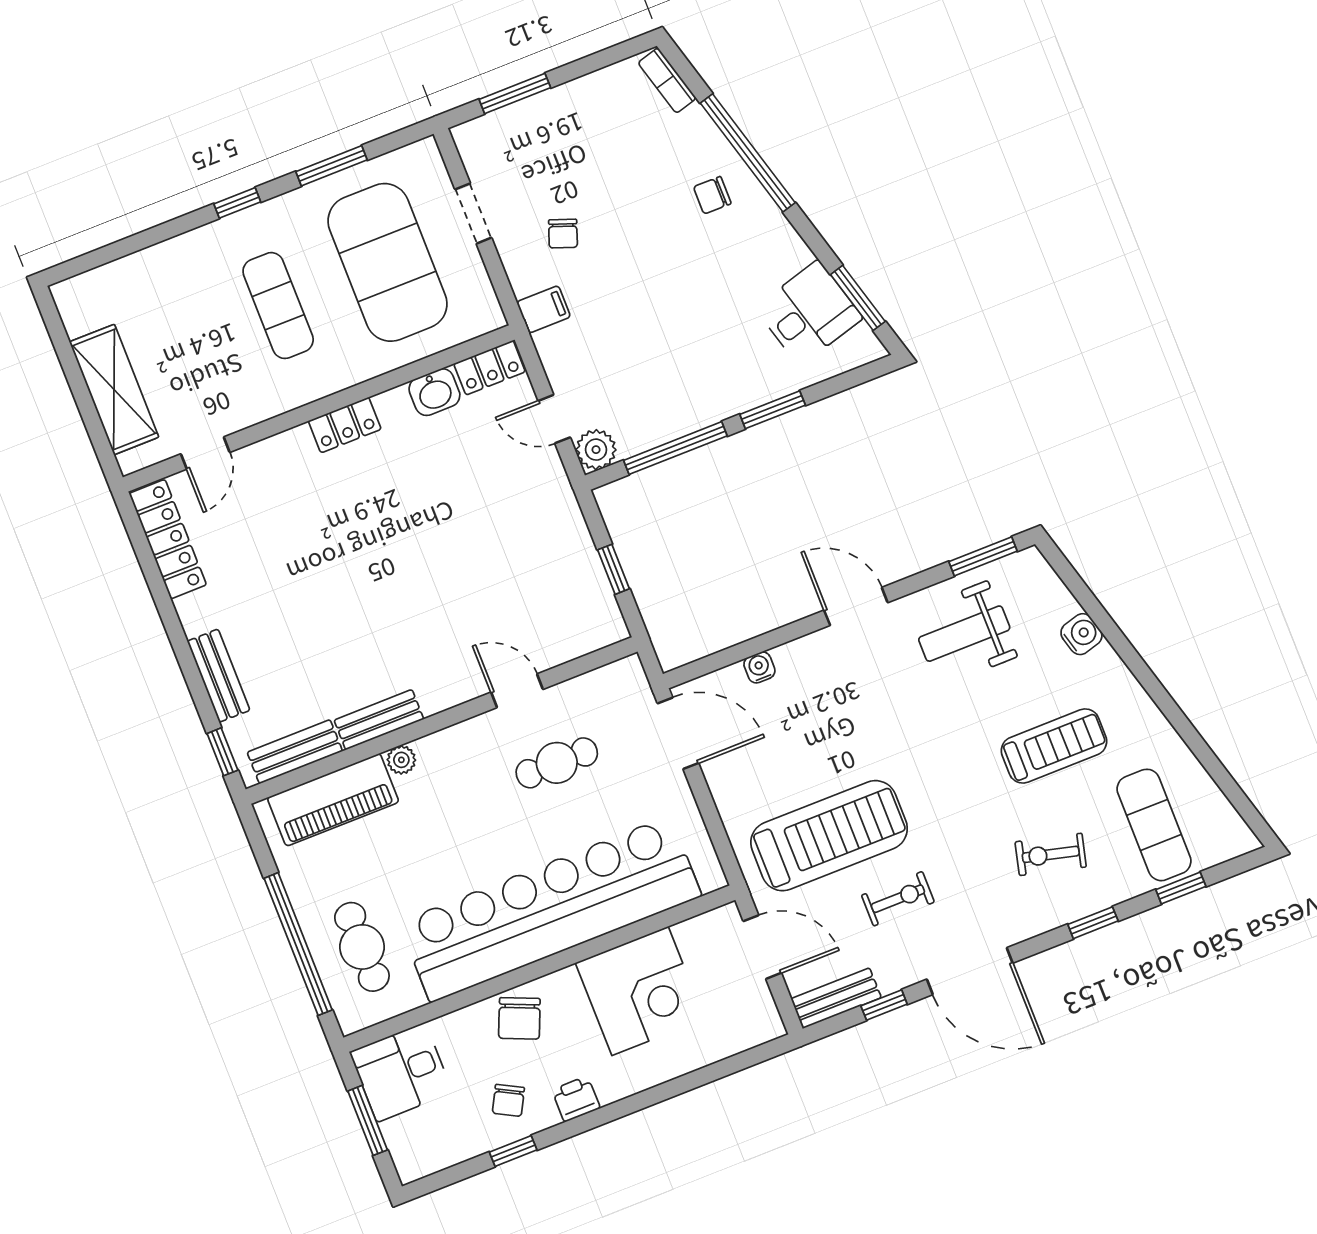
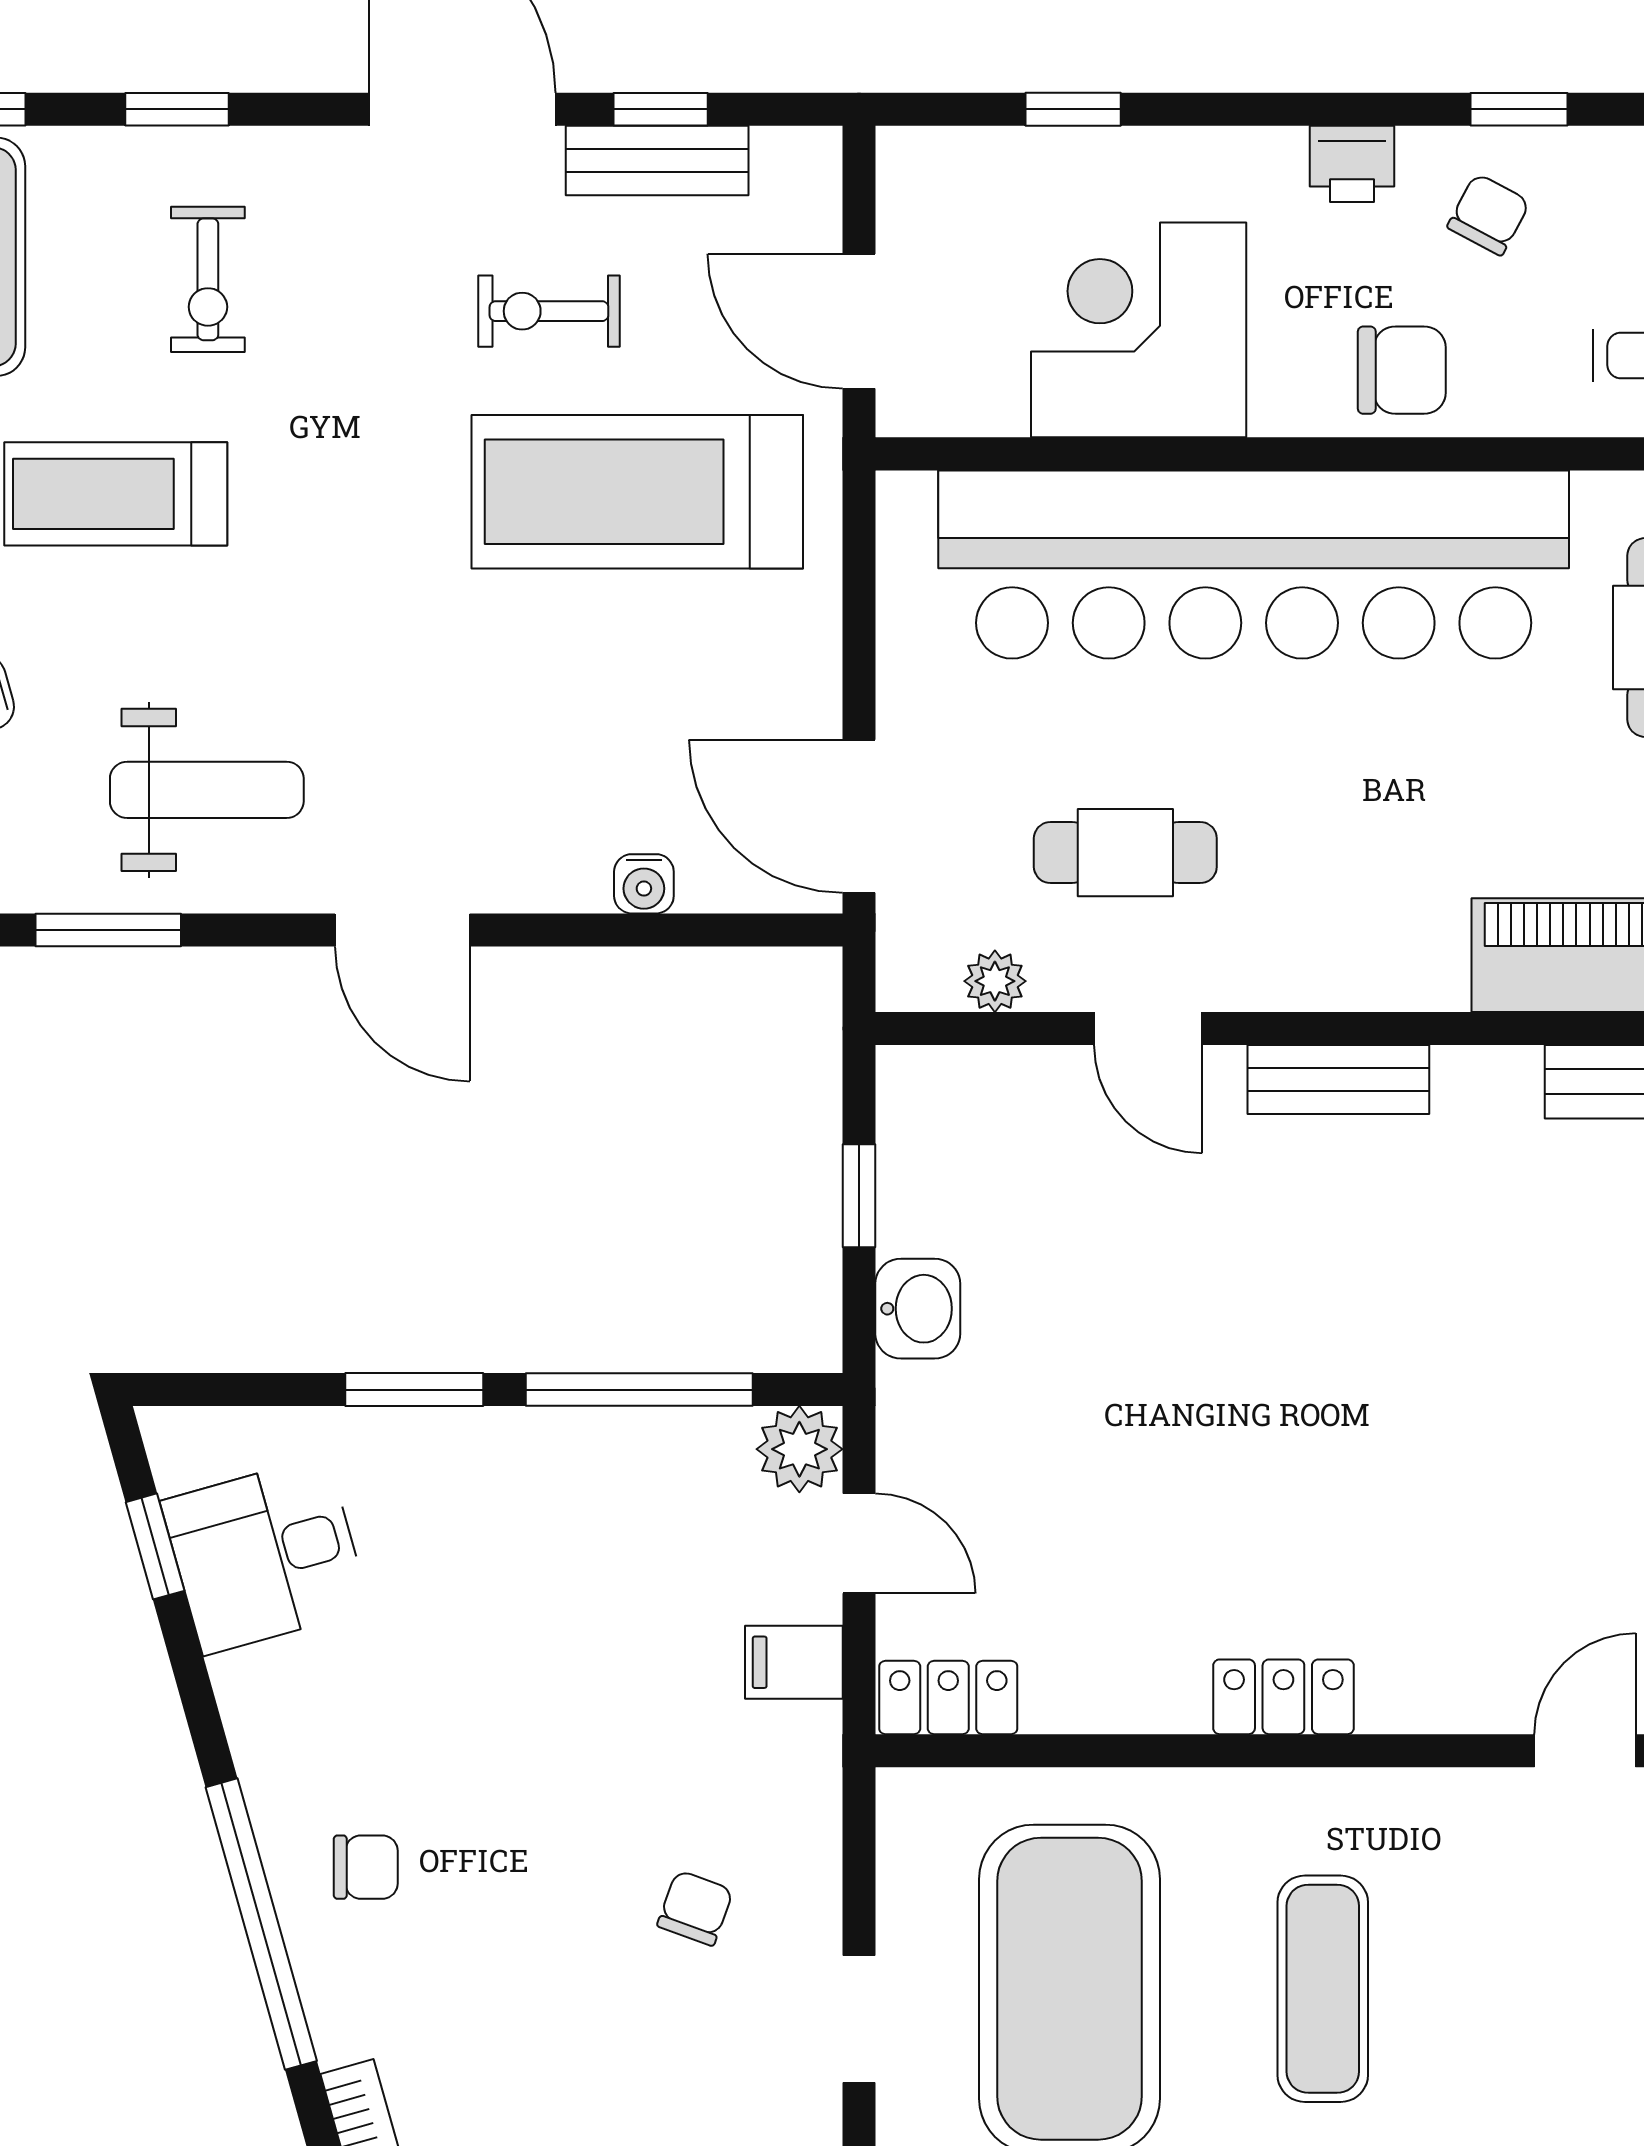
window: (858, 298) -> (155, 1546), width x0.67
filing cabinet: (544, 309) -> (794, 1662), moved
washbasin: (434, 392) -> (918, 1309), moved, turned 90
bench: (379, 720) -> (1338, 1079), moved
plant: (401, 760) -> (995, 981), moved
exercise bike: (1051, 854) -> (208, 279), turned 76
bench: (836, 998) -> (657, 160), moved
chair: (519, 1018) -> (1402, 370), turned 67
window: (706, 1075) -> (1073, 109), added

